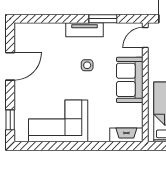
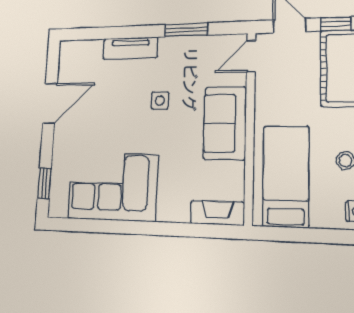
tv unit: (84, 30) -> (130, 48), moved

